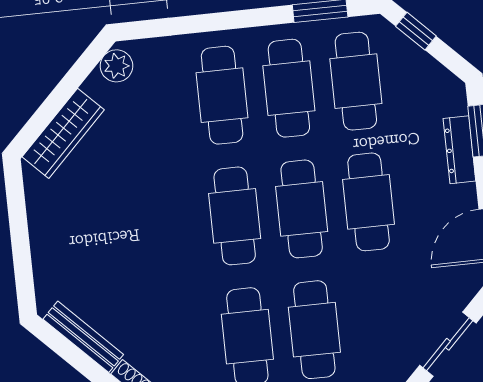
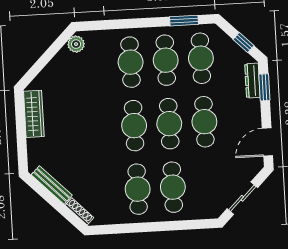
window: (416, 31) -> (243, 42), moved
wardrobe: (63, 133) -> (34, 114), moved, turned -45
dresser: (459, 150) -> (252, 81), moved

